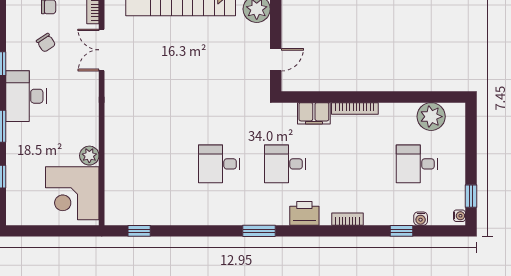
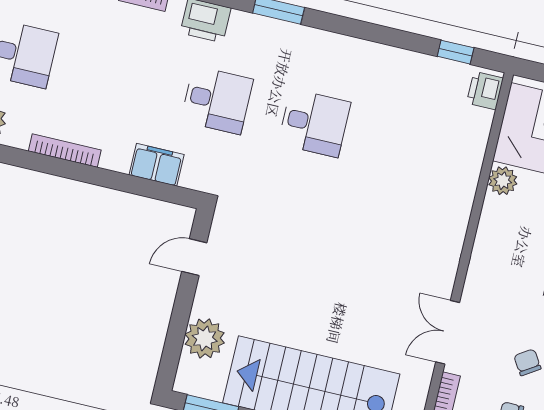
double door: (102, 50) -> (448, 332), swing flipped
bookcase: (355, 108) -> (65, 151), moved
printer: (114, 211) -> (485, 91), added

